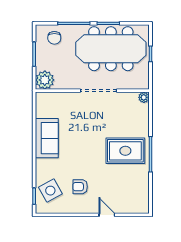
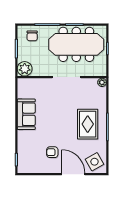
rug: (125, 151) -> (88, 124), turned 90
side table: (50, 191) -> (94, 162), moved
door: (107, 215) -> (73, 174), width x1.88

